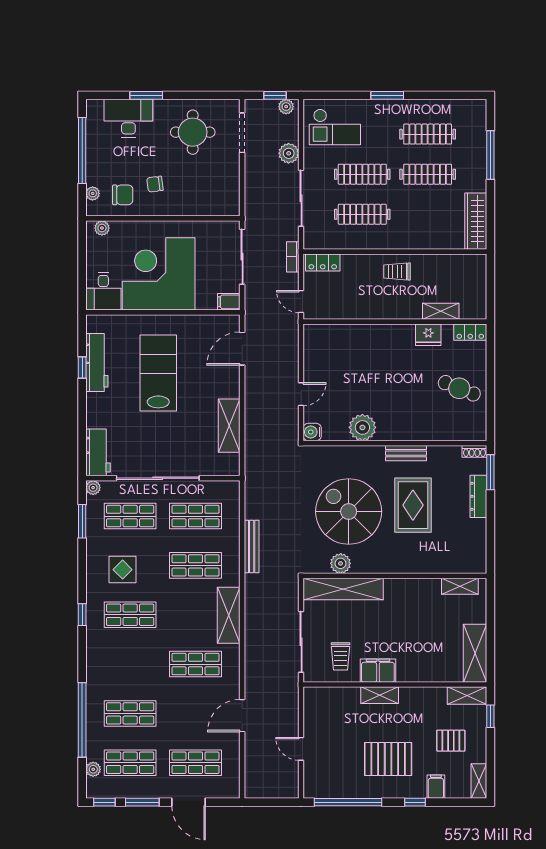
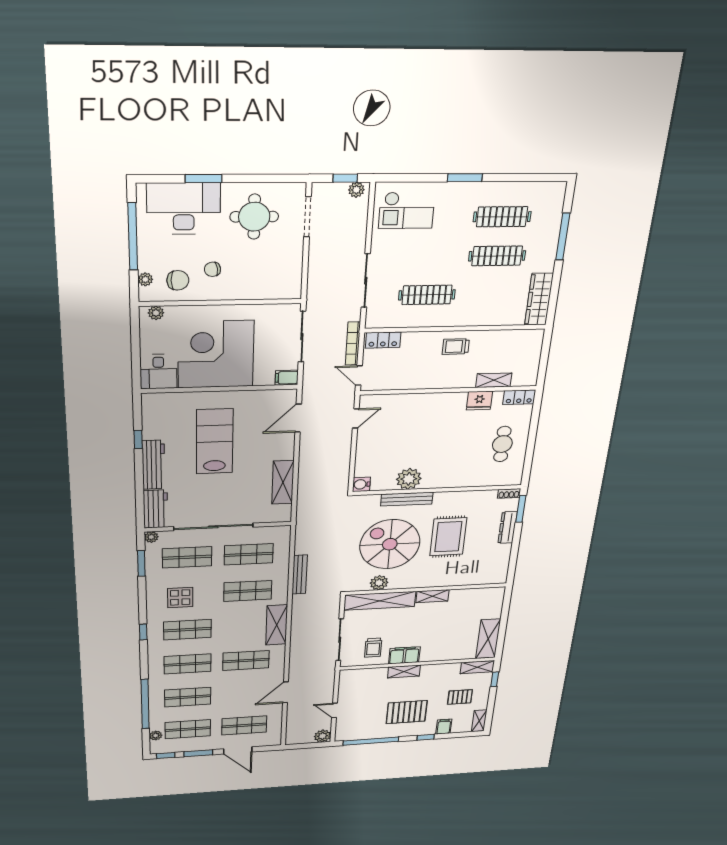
desk: (128, 118) -> (184, 209), width x1.36, depth x1.30
plant: (289, 153) -> (322, 736), moved
clothes rail: (362, 174) -> (431, 257), removed
bookcase: (293, 257) -> (353, 343), width x1.56
workbench: (97, 363) -> (153, 465), moved
cafe table: (459, 388) -> (502, 444), turned 68
door: (301, 394) -> (356, 418), moved
bench: (406, 453) -> (407, 499), moved, width x1.36
shelving: (460, 586) -> (432, 596), moved
shop shelf: (130, 664) -> (188, 664), added

